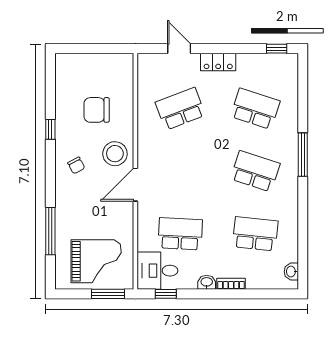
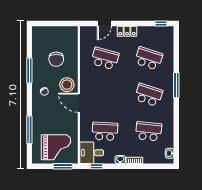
door: (179, 49) -> (104, 24), swing flipped
school desk: (180, 109) -> (105, 58), turned 36
chair: (97, 110) -> (56, 59), turned -90
window: (50, 129) -> (29, 71), width x2.17
door: (135, 185) -> (79, 103), hinge flipped

